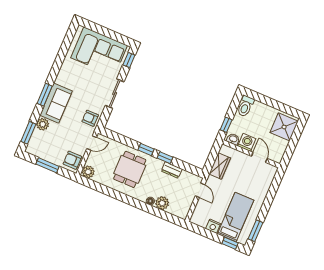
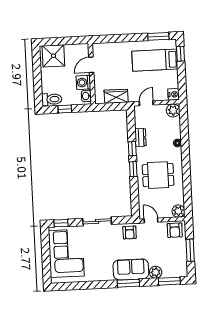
window: (226, 125) -> (65, 109), moved
plant: (162, 203) -> (173, 110), moved
nightstand: (213, 226) -> (174, 94), moved

